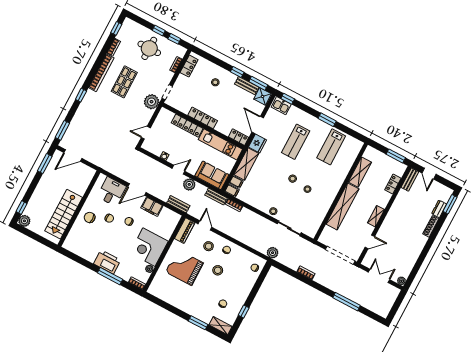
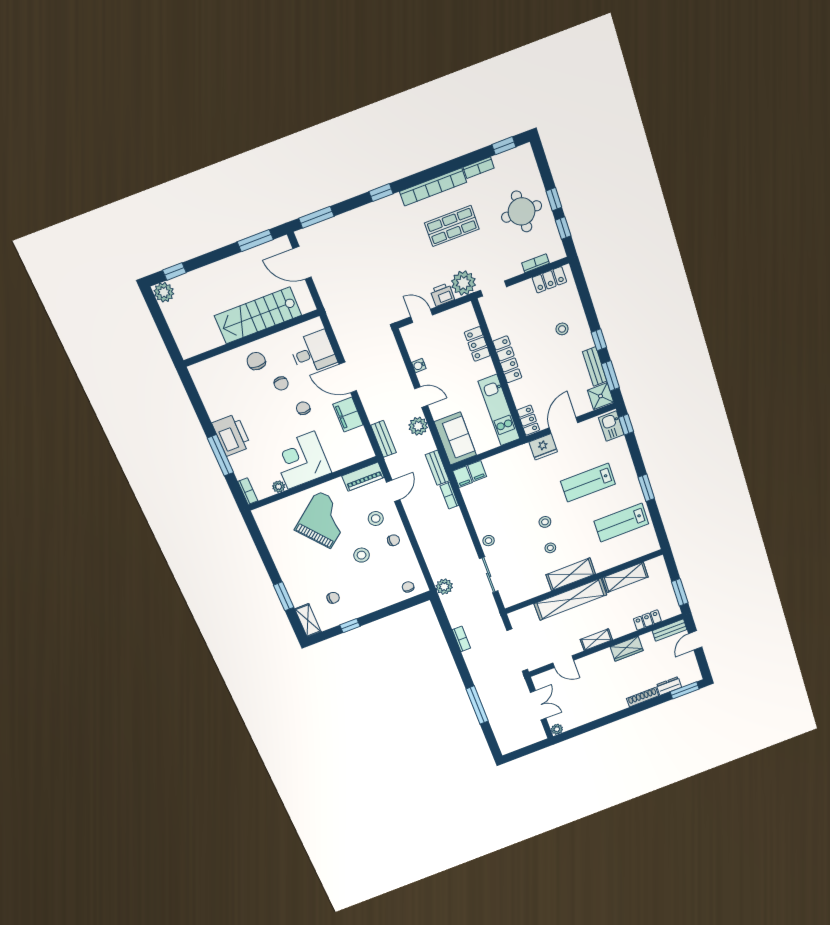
printer: (147, 115) -> (442, 295), added
locker: (187, 126) -> (477, 344), width x0.66
shelving: (246, 164) -> (571, 574), moved
wardrobe: (397, 208) -> (627, 649), added
stairs: (64, 214) -> (258, 315), moved
grand piano: (184, 267) -> (324, 520), turned 51

